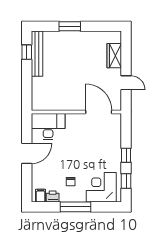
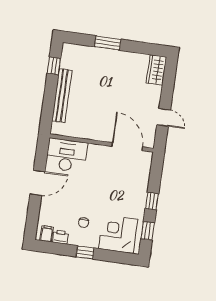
bench: (37, 54) -> (62, 96), moved
wardrobe: (114, 56) -> (156, 70), moved
window: (75, 207) -> (85, 252), width x0.46

